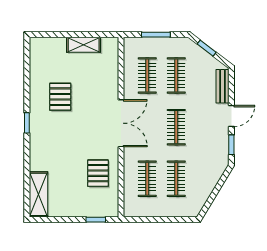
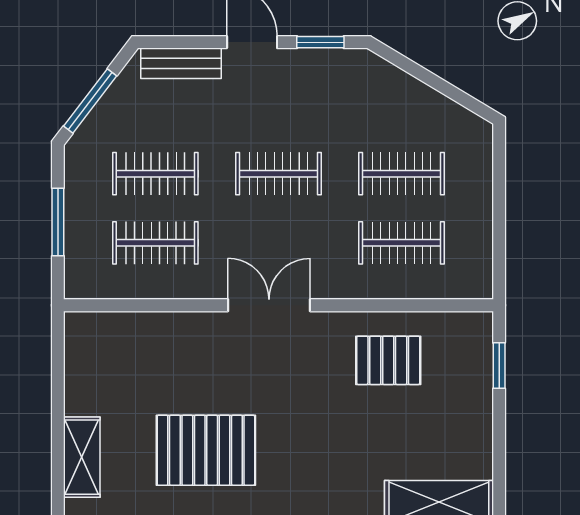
shelving: (84, 45) -> (82, 457), moved
window: (207, 48) -> (90, 101), width x1.50
pallet: (60, 97) -> (206, 450), width x1.50, depth x1.42
double door: (121, 123) -> (269, 305), width x0.73

